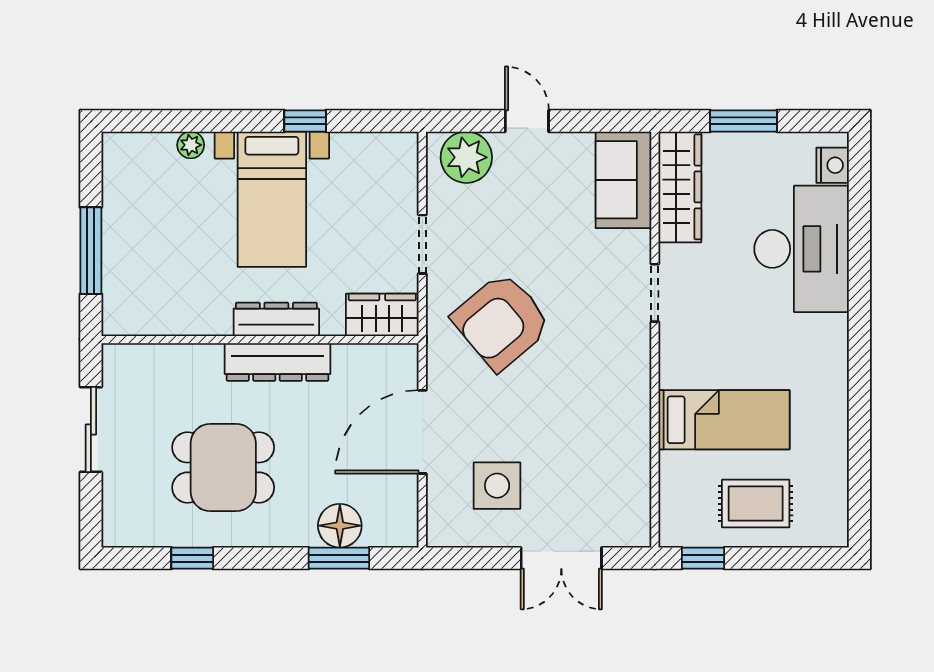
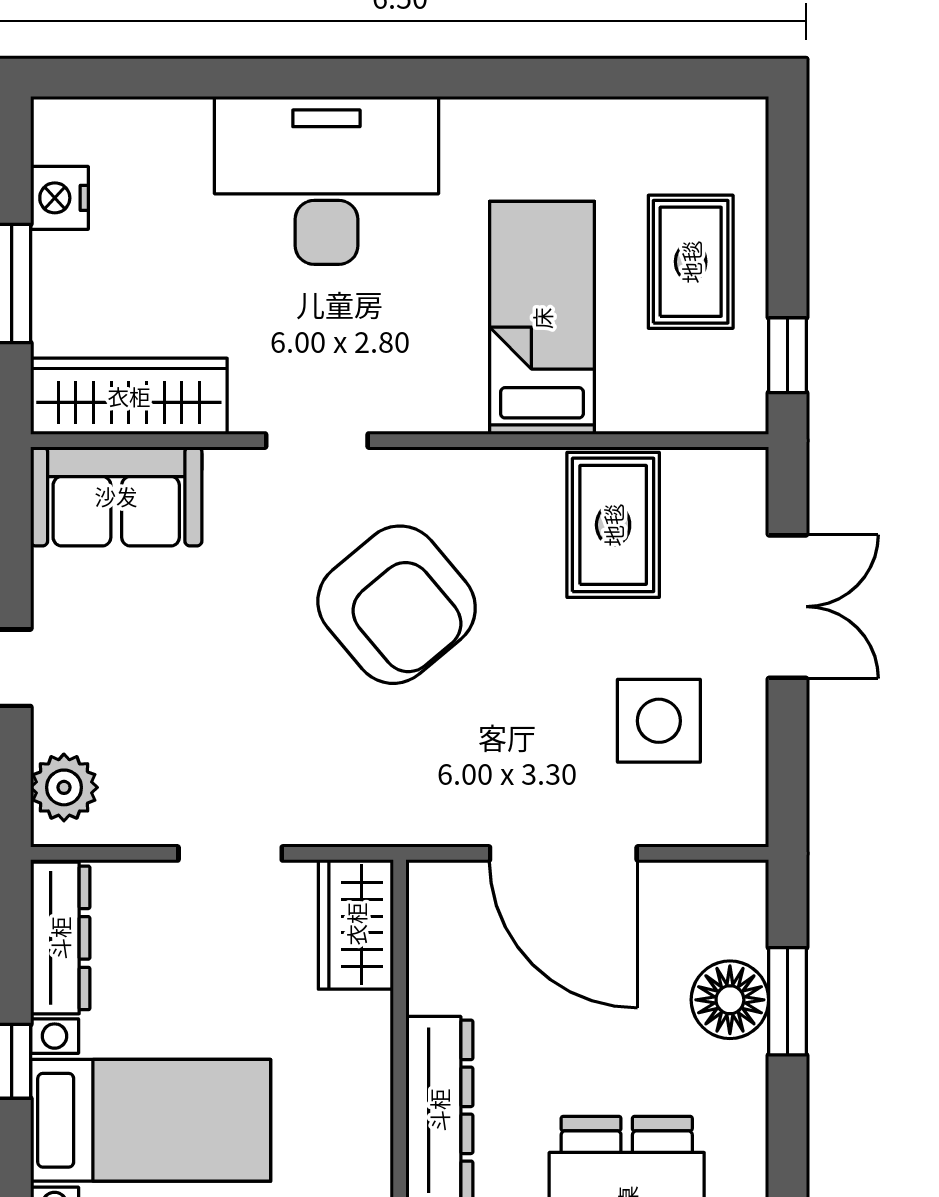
plant: (466, 157) -> (64, 787), width x0.73, depth x0.73
nightstand: (833, 165) -> (59, 198), moved, turned -90
desk: (802, 249) -> (326, 180), moved
dresser: (276, 319) -> (60, 938), moved, turned 180
armchair: (501, 321) -> (397, 605), moved
rug: (607, 460) -> (613, 525), added

